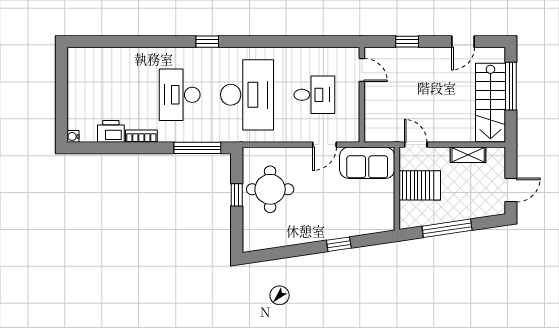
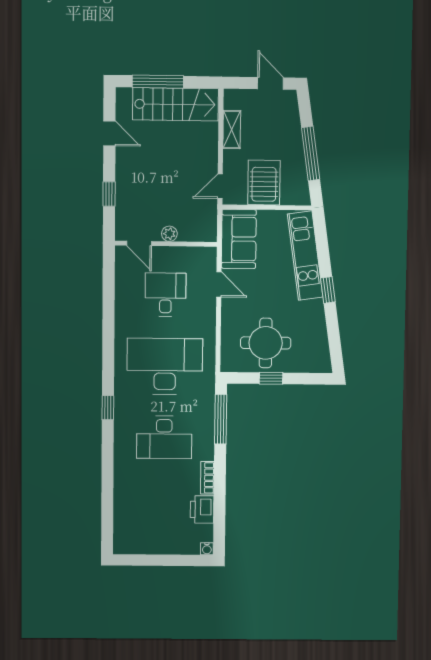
door: (362, 70) -> (139, 243), swing flipped
plant: (371, 98) -> (169, 234), added
kitchen unit: (352, 225) -> (305, 256), added
window: (339, 244) -> (328, 290), moved

